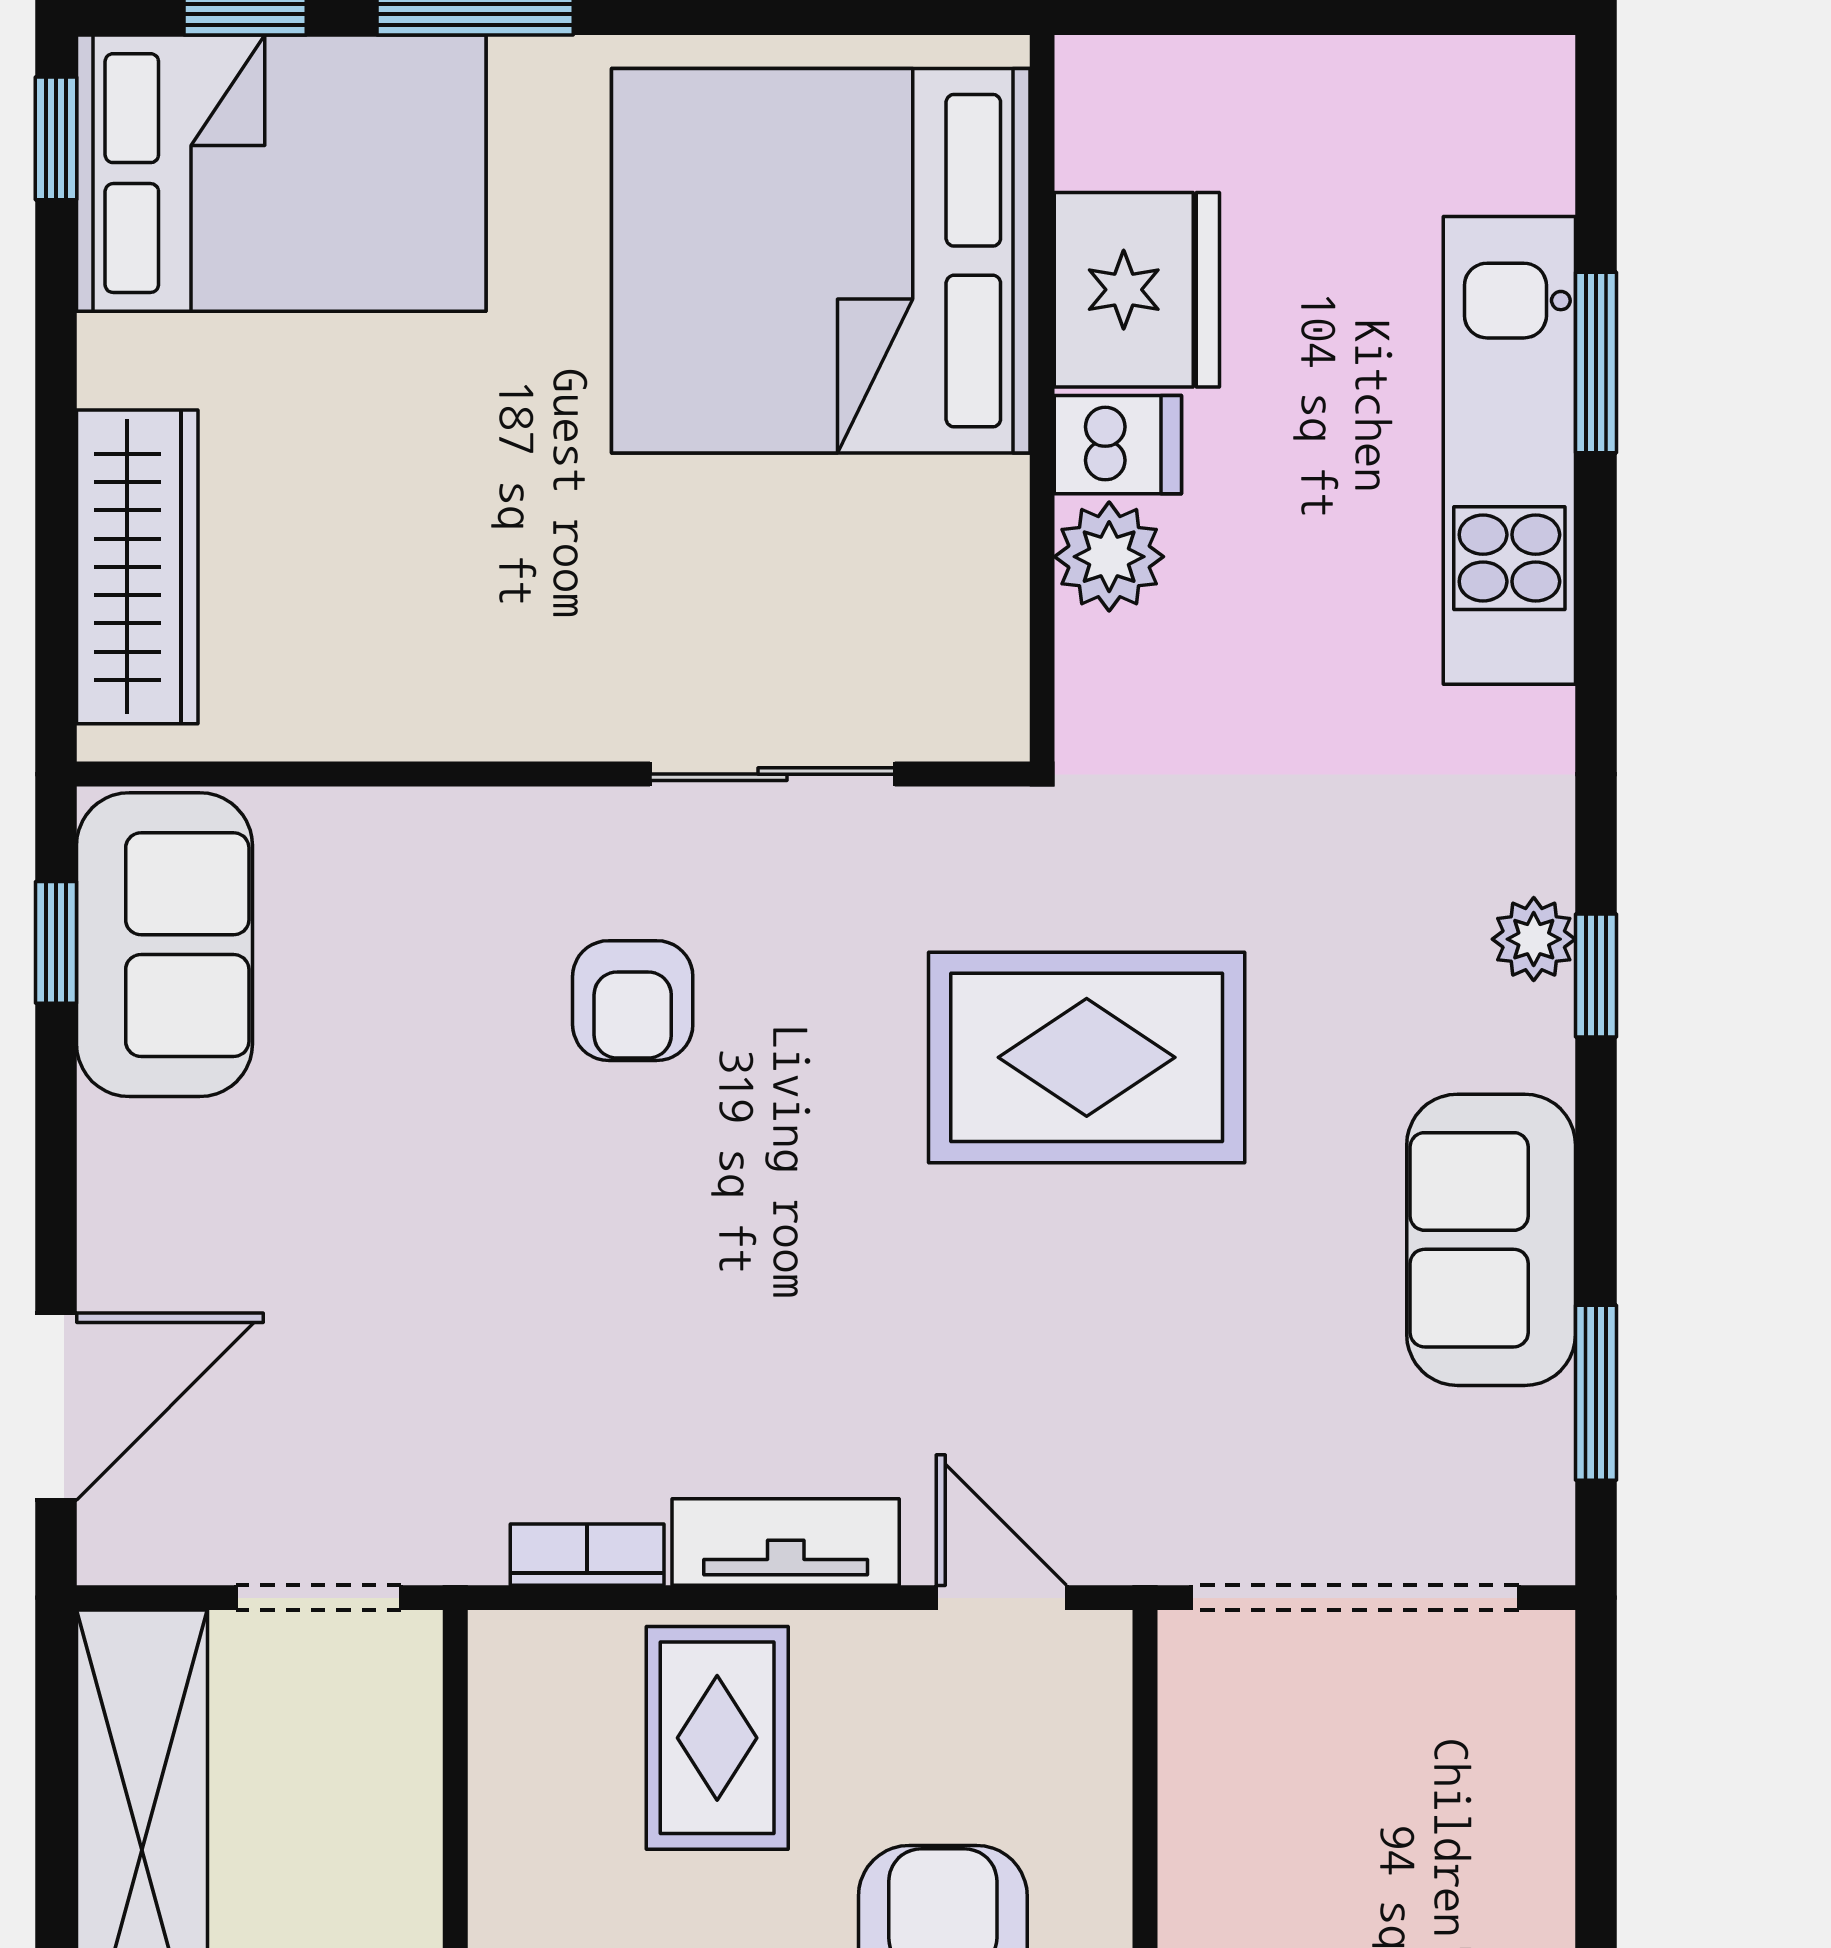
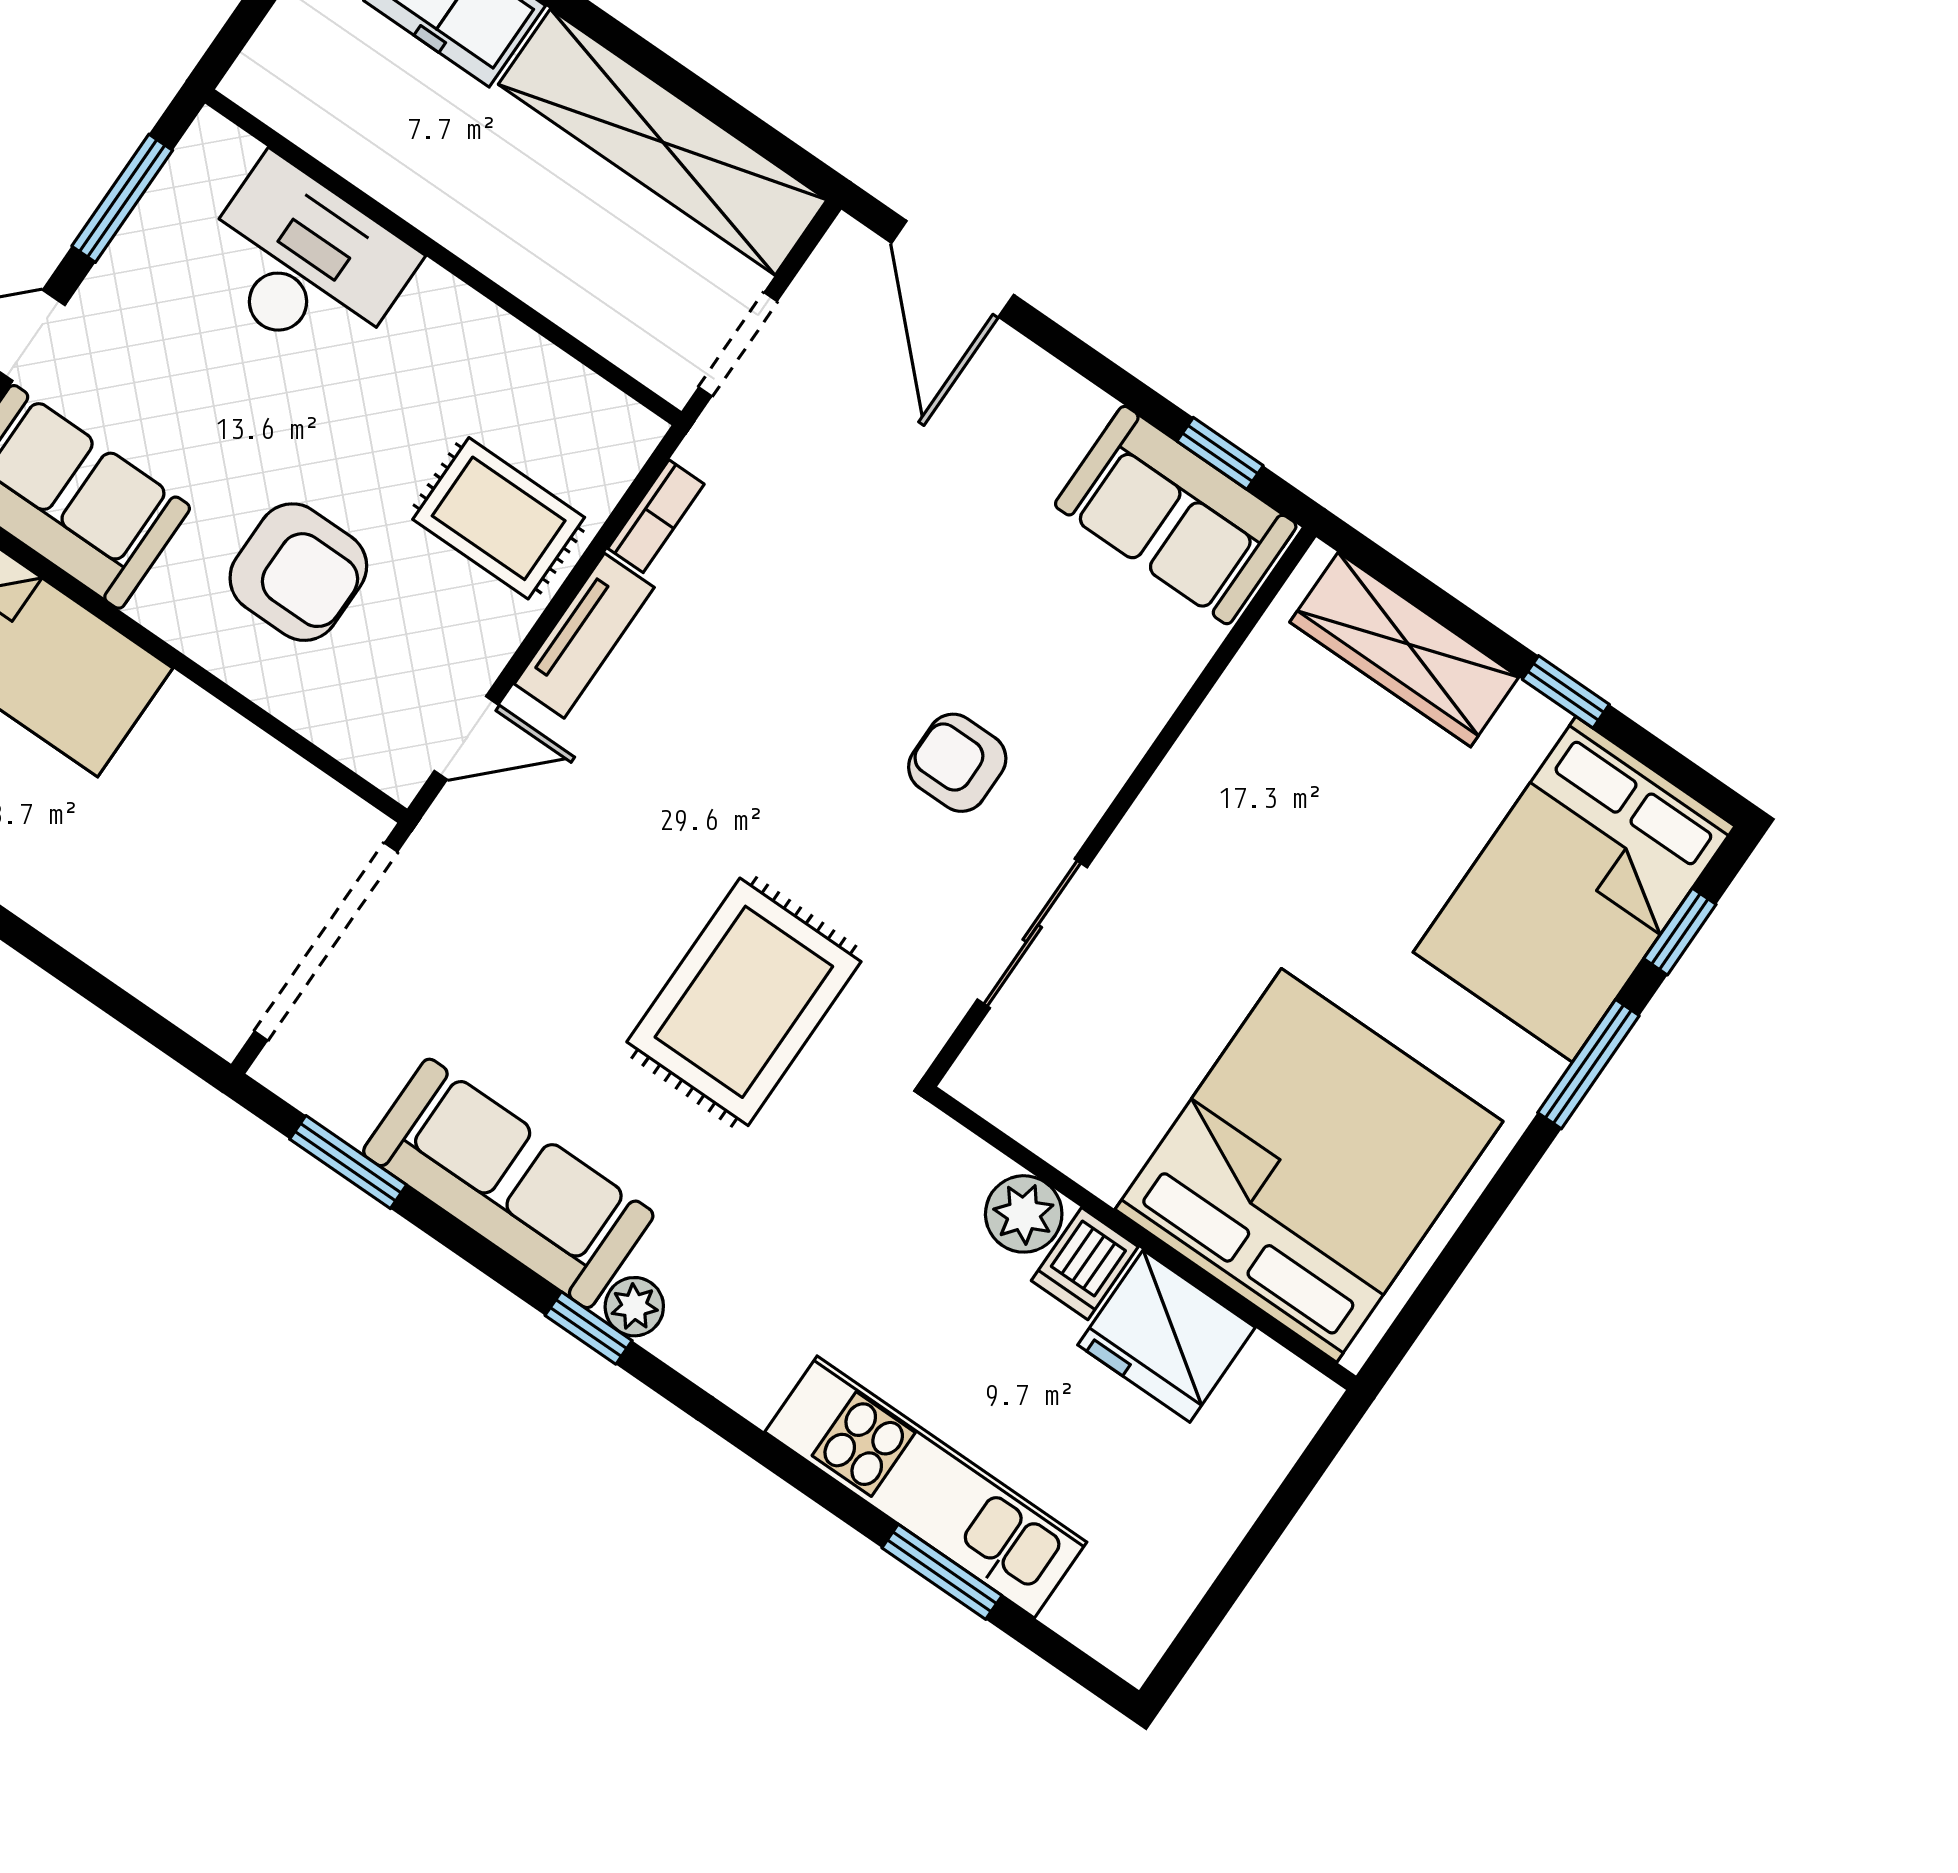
window: (56, 138) -> (1566, 692), moved
sofa: (1491, 1240) -> (508, 1183), width x1.36

